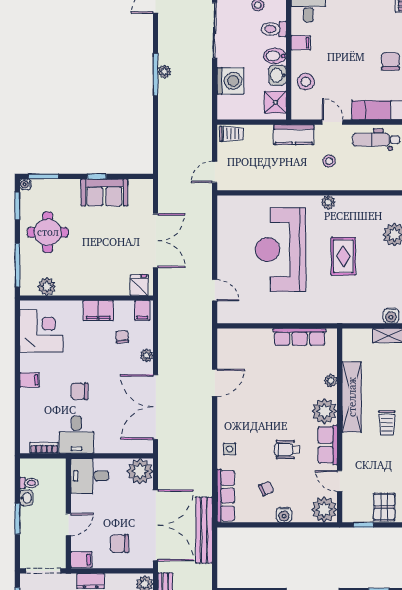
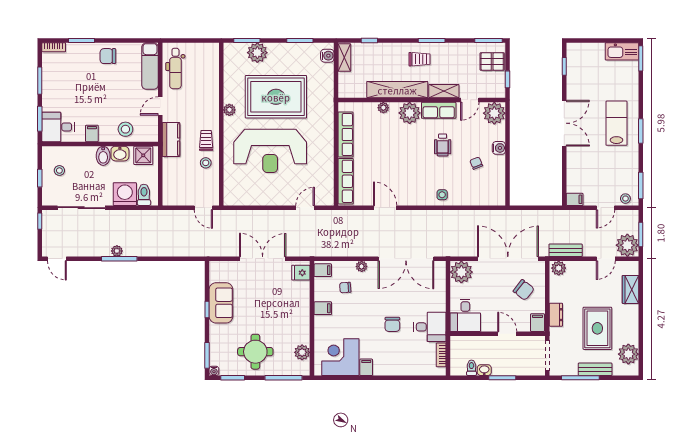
toilet: (274, 29) -> (144, 195), moved, turned 180
trolley: (231, 134) -> (206, 140), moved
stool: (329, 161) -> (206, 163), moved
rug: (343, 256) -> (276, 97), width x1.86, depth x2.06
filing cabinet: (98, 311) -> (323, 308), width x0.50
filing cabinet: (30, 380) -> (366, 367), moved
shelving: (350, 451) -> (444, 91), added
row of seats: (226, 496) -> (346, 181), moved, turned 90
bench: (204, 530) -> (512, 217), removed
chair: (119, 544) -> (524, 290), turned -52

